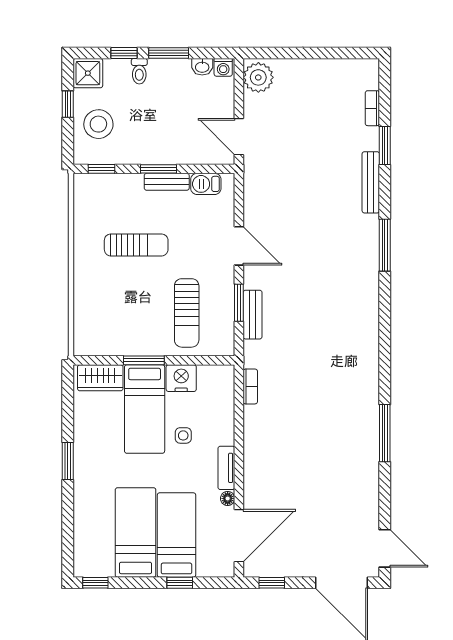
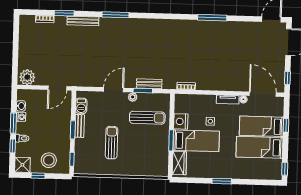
washing machine: (223, 67) -> (21, 117), moved
plant: (226, 283) -> (133, 97), added

